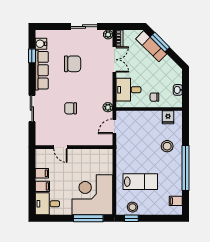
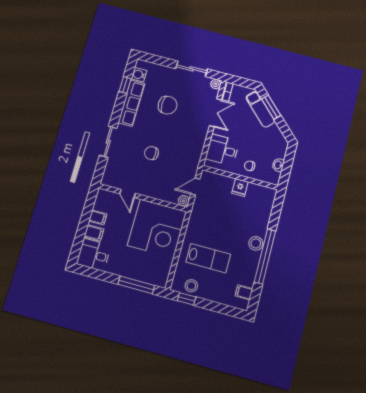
plant: (108, 107) -> (184, 201), moved
fridge: (168, 117) -> (240, 188), moved
stool: (167, 146) -> (256, 243), moved
corner desk: (92, 195) -> (157, 228), moved, turned 180

